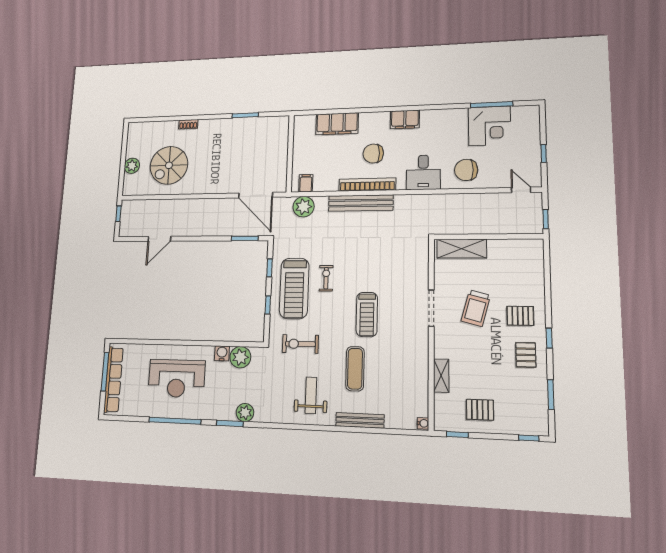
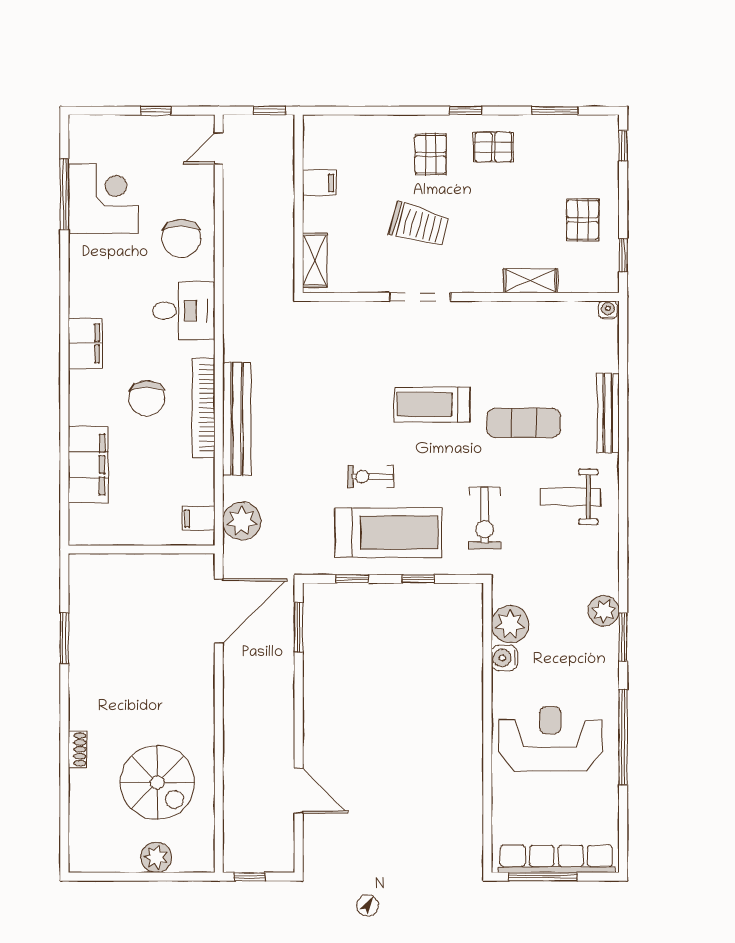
shelving: (462, 249) -> (315, 260), width x0.67, depth x0.75
filing cabinet: (501, 249) -> (319, 183), added
treadmill: (367, 314) -> (432, 405), turned 180
reception desk: (177, 378) -> (550, 739), turned -90

